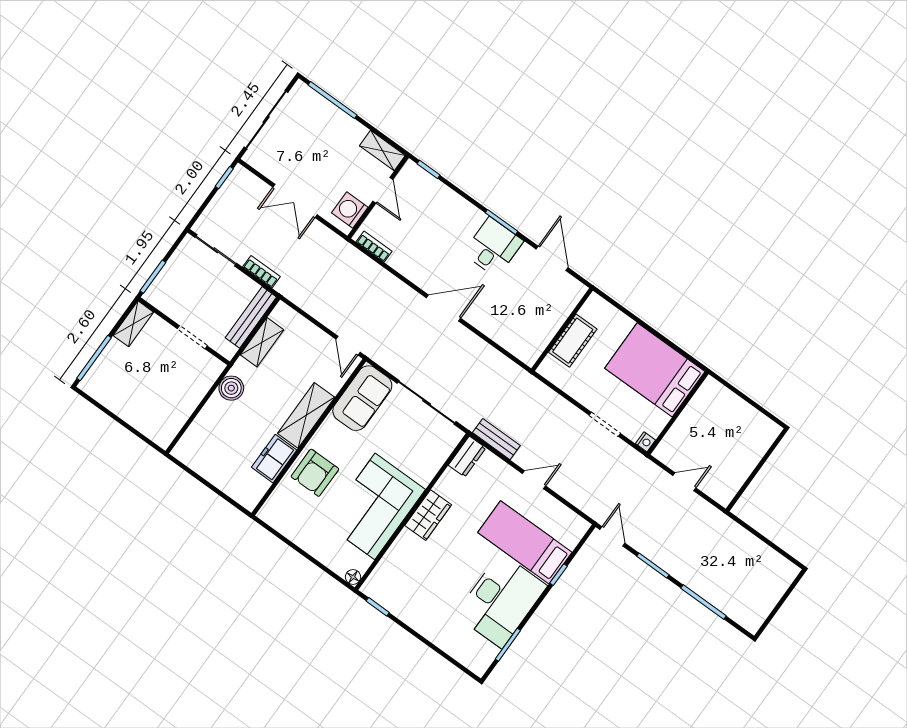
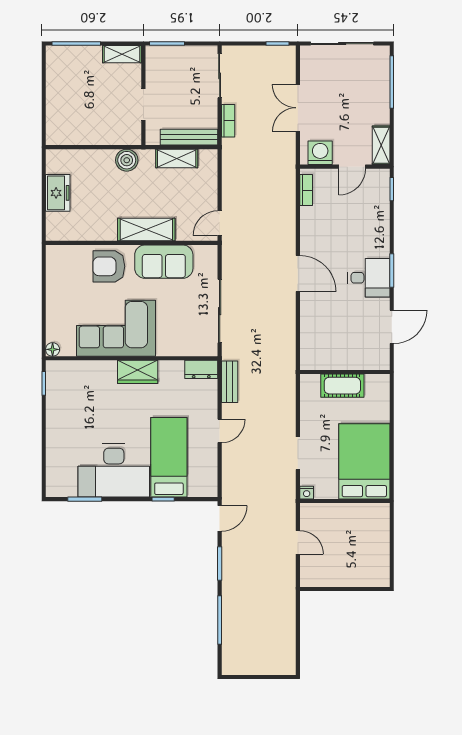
sofa: (362, 398) -> (164, 262), moved
freezer: (274, 459) -> (58, 193), moved, turned 90
door: (534, 480) -> (220, 431), hinge flipped

